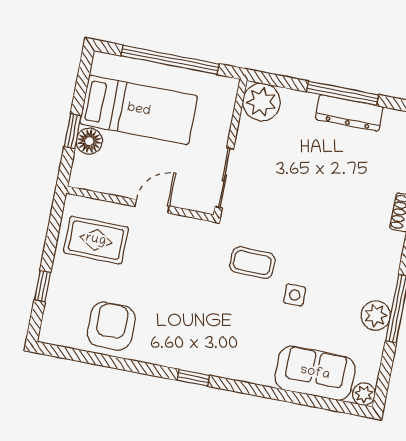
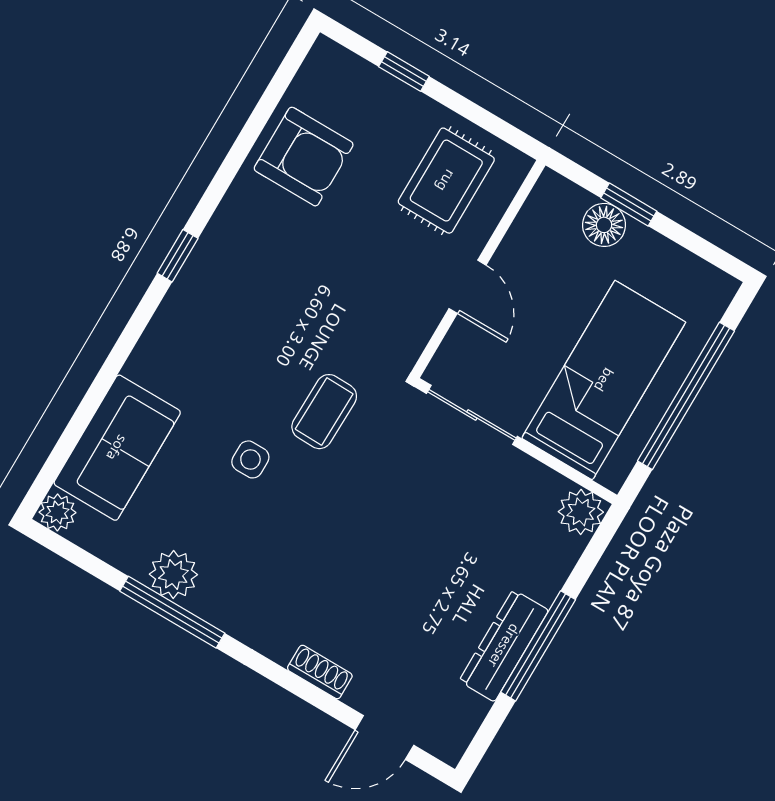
plant: (261, 102) -> (581, 512), width x0.73, depth x0.73
bed: (139, 110) -> (604, 380), moved, turned 180

